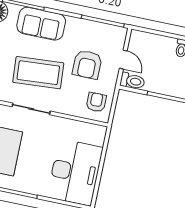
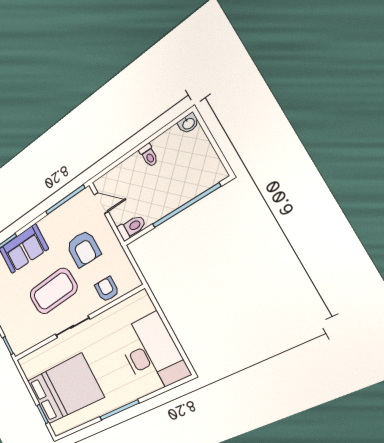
door: (123, 60) -> (101, 203), moved
armchair: (96, 102) -> (107, 289), moved

